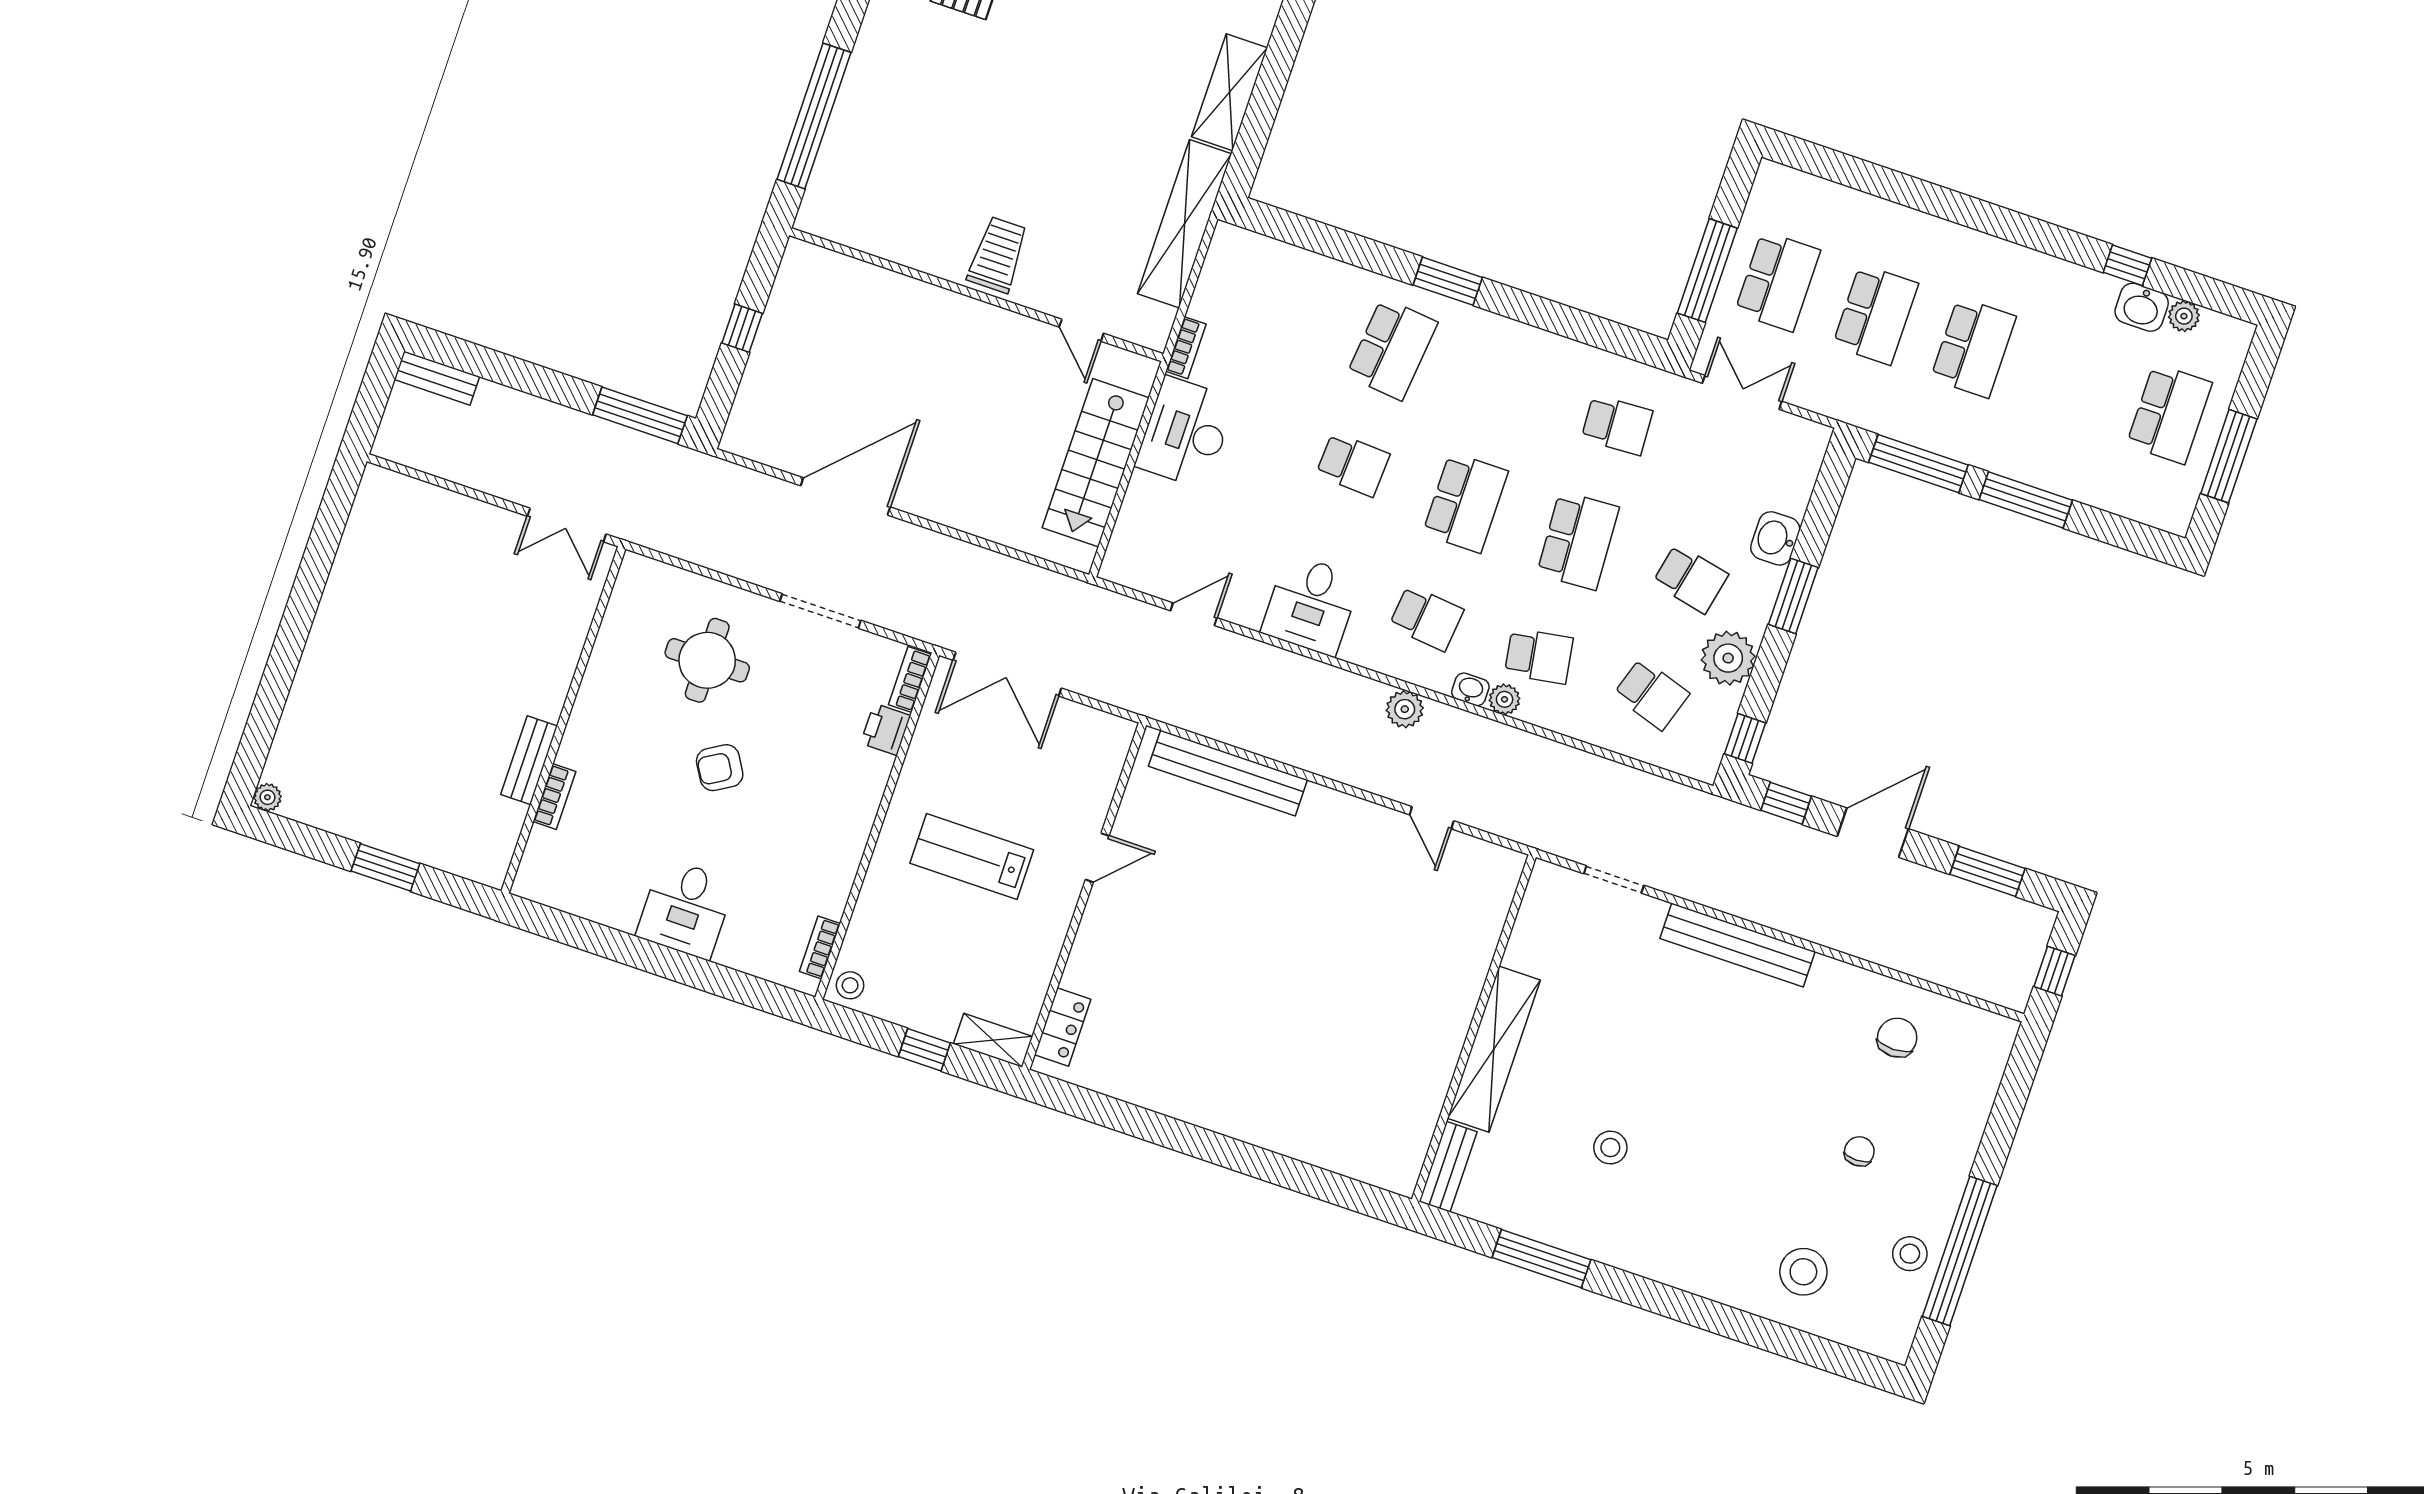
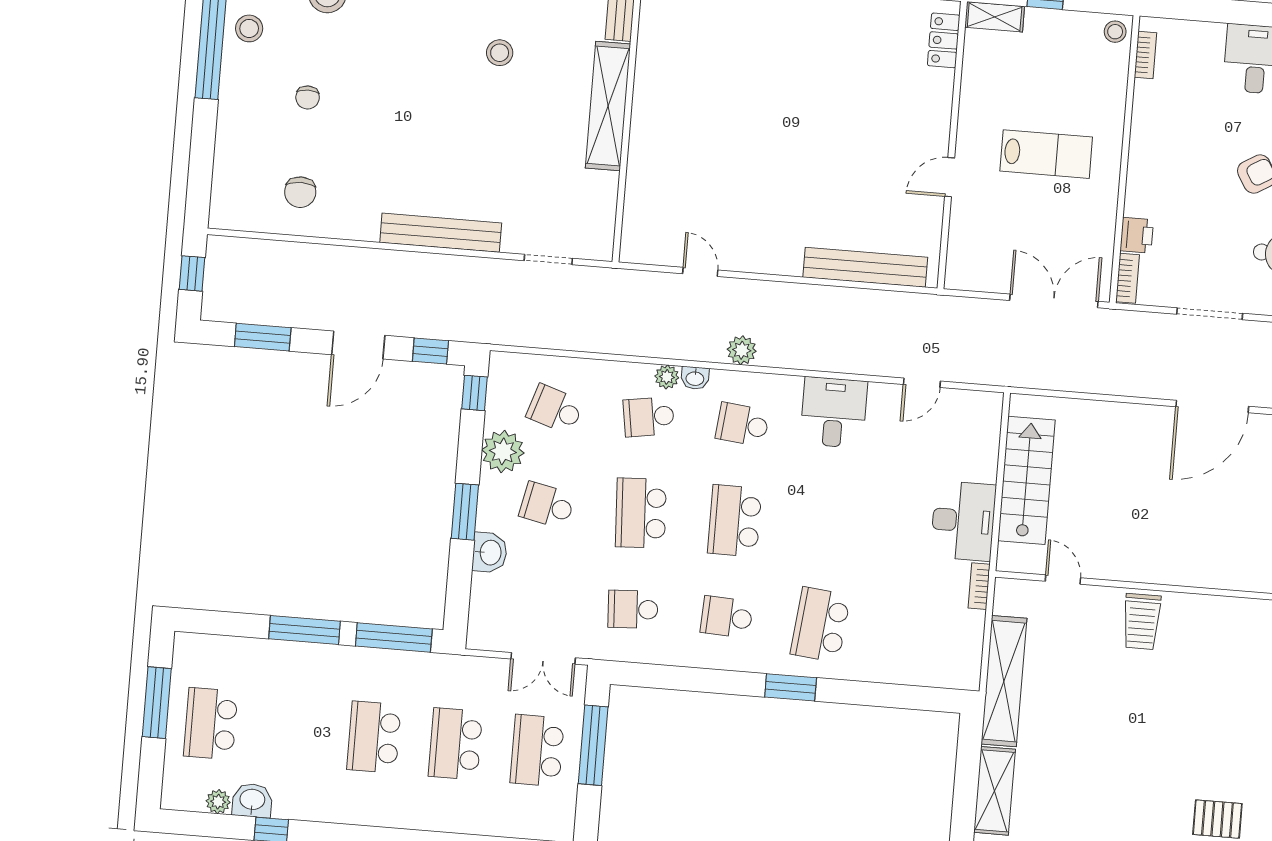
school desk: (1353, 464) -> (727, 617), moved

